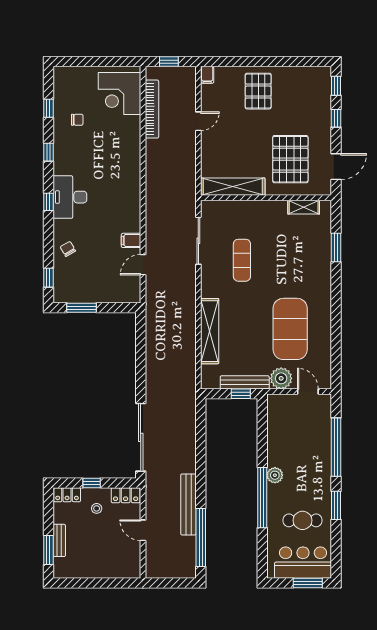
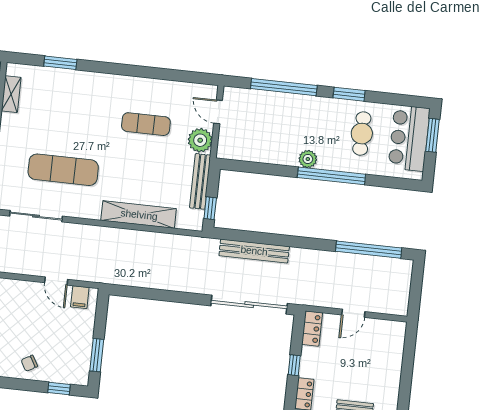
filing cabinet: (131, 240) -> (80, 297), moved
exercise mat: (242, 260) -> (63, 170), width x1.36, depth x1.45
exercise mat: (290, 329) -> (146, 124), width x0.50, depth x0.69
door: (308, 391) -> (218, 112), hinge flipped
window: (241, 394) -> (210, 208), moved
bench: (188, 504) -> (254, 251), moved
stool: (97, 508) -> (323, 363), removed

